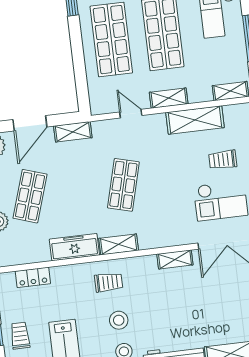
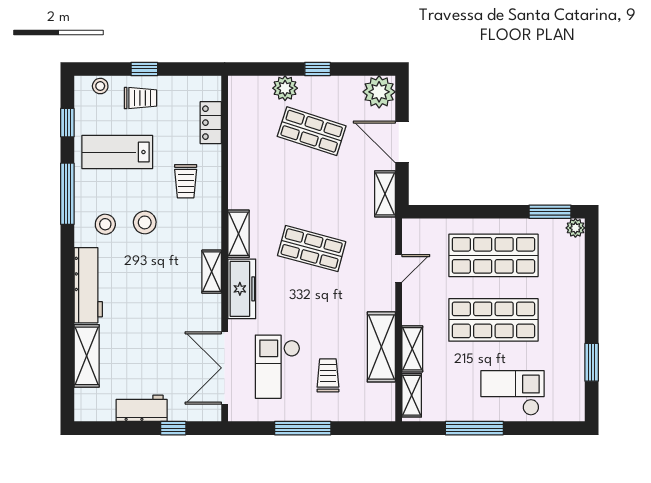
shelving: (169, 98) -> (412, 349), moved
freezer: (74, 247) -> (242, 289), moved
shelving: (175, 259) -> (212, 272), moved
trolley: (109, 282) -> (186, 181), moved

